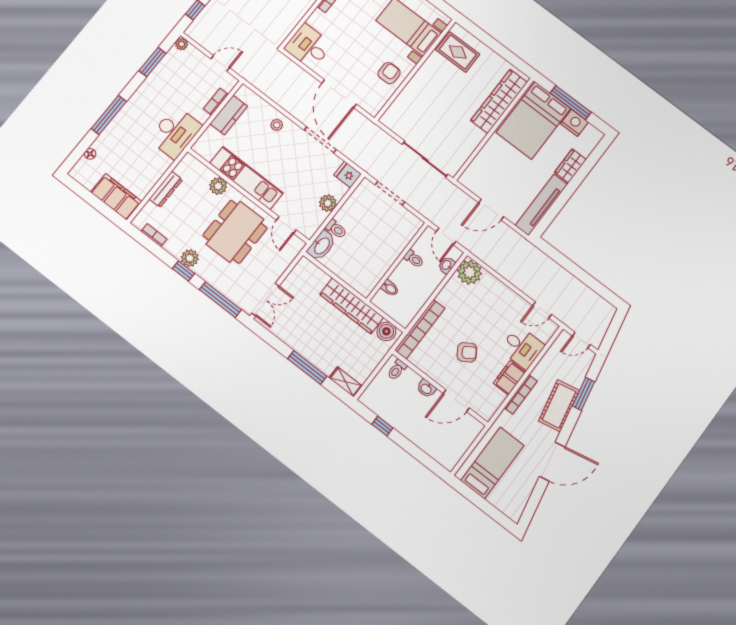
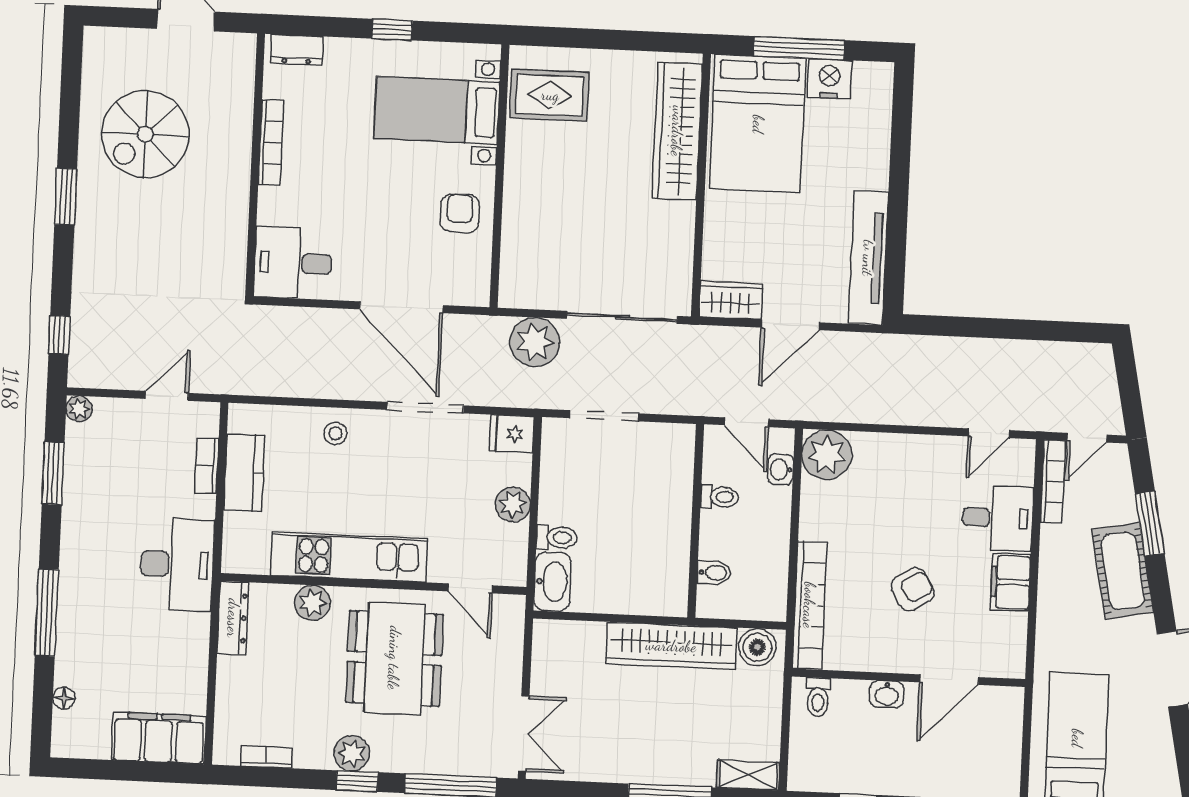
plant: (383, 145) -> (535, 342), added
wardrobe: (570, 166) -> (731, 300), moved, turned 90
dresser: (166, 189) -> (233, 618), moved
bookcase: (521, 394) -> (1053, 481), moved

